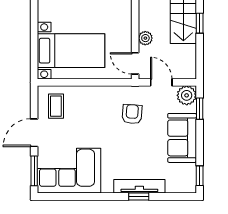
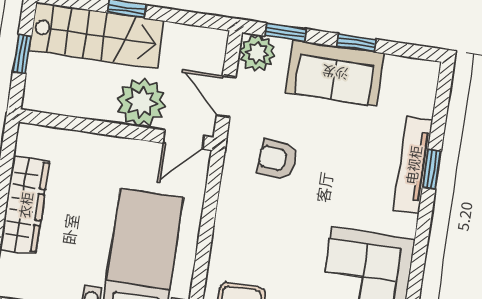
plant: (145, 38) -> (141, 102), width x1.88, depth x1.88
door: (161, 82) -> (226, 96), hinge flipped
window: (200, 176) -> (356, 43), moved

